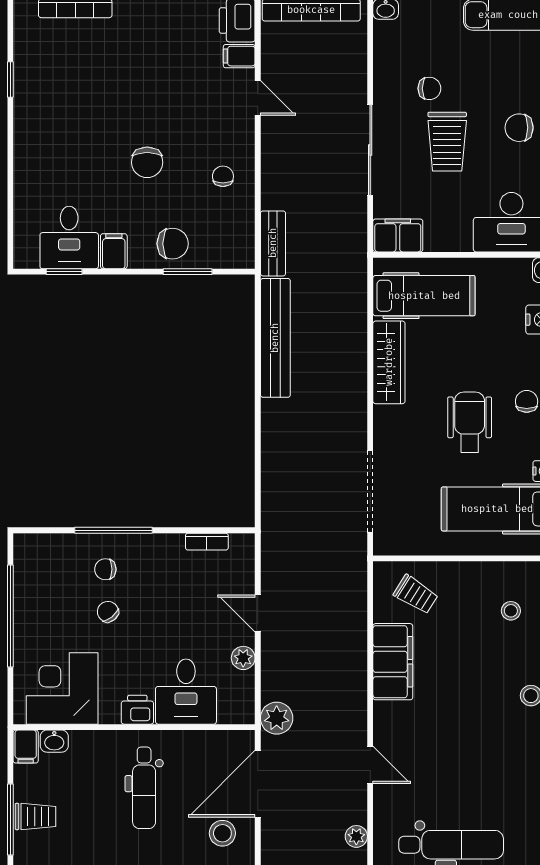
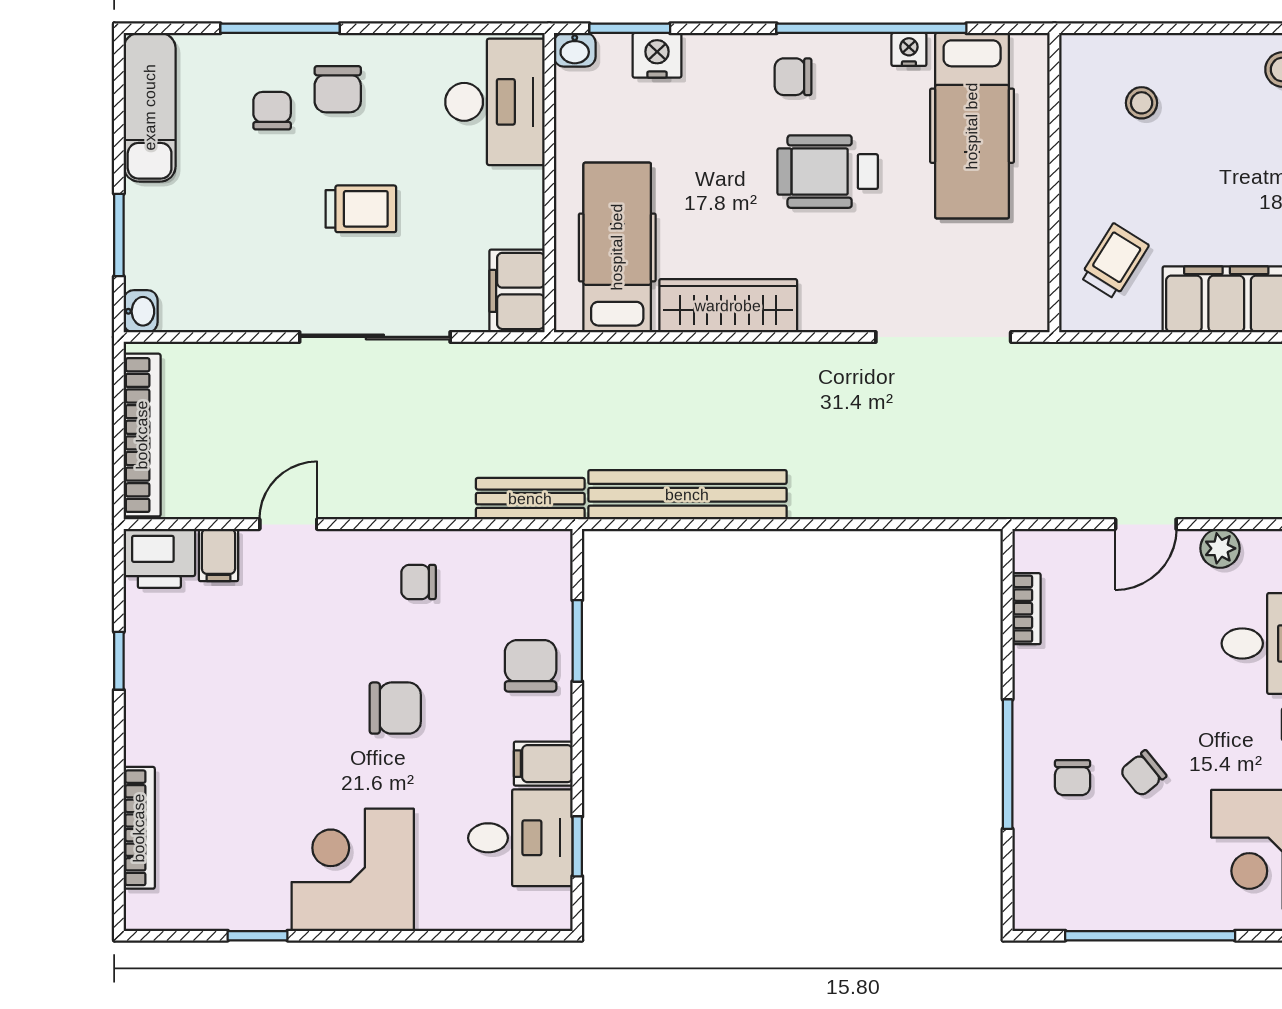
chair: (429, 88) -> (272, 111), moved
corner desk: (50, 137) -> (353, 870), added
trolley: (447, 142) -> (361, 209), width x0.73, depth x0.72

